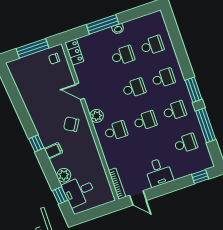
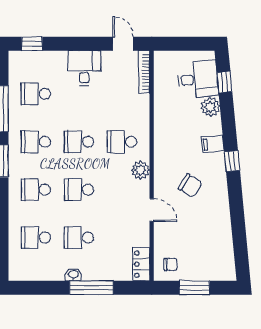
window: (32, 48) -> (194, 288), width x0.69
chair: (71, 124) -> (190, 186), moved

